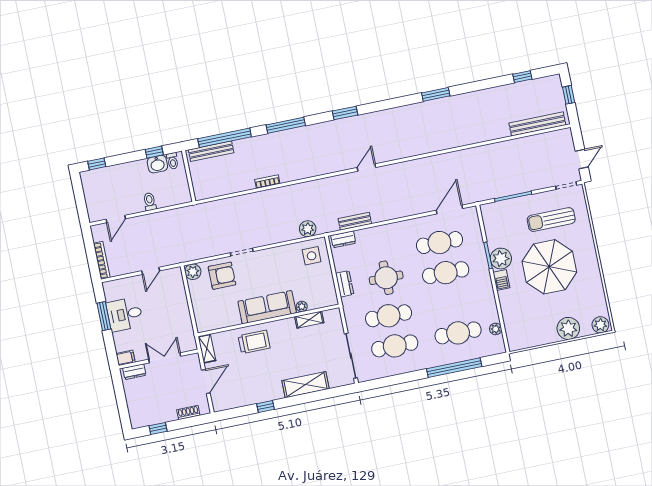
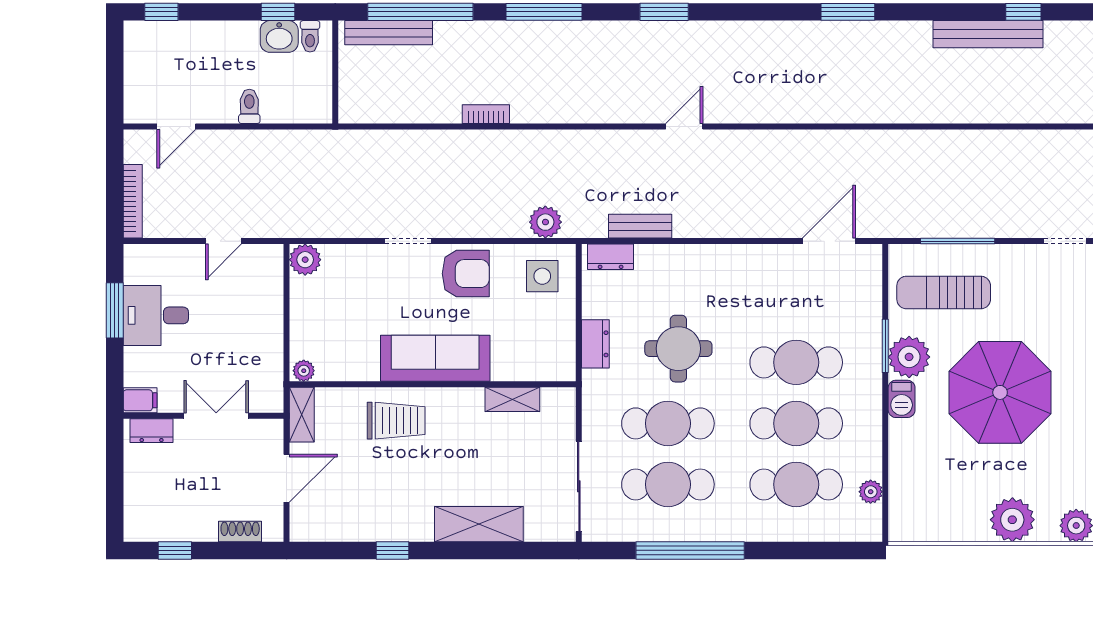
bench: (537, 124) -> (988, 34), moved
sun lounger: (551, 219) -> (944, 292), moved
cafe table: (439, 243) -> (796, 423), moved
armchair: (222, 276) -> (466, 274), moved
plant: (302, 306) -> (304, 371), moved
window: (454, 368) -> (690, 550), moved

